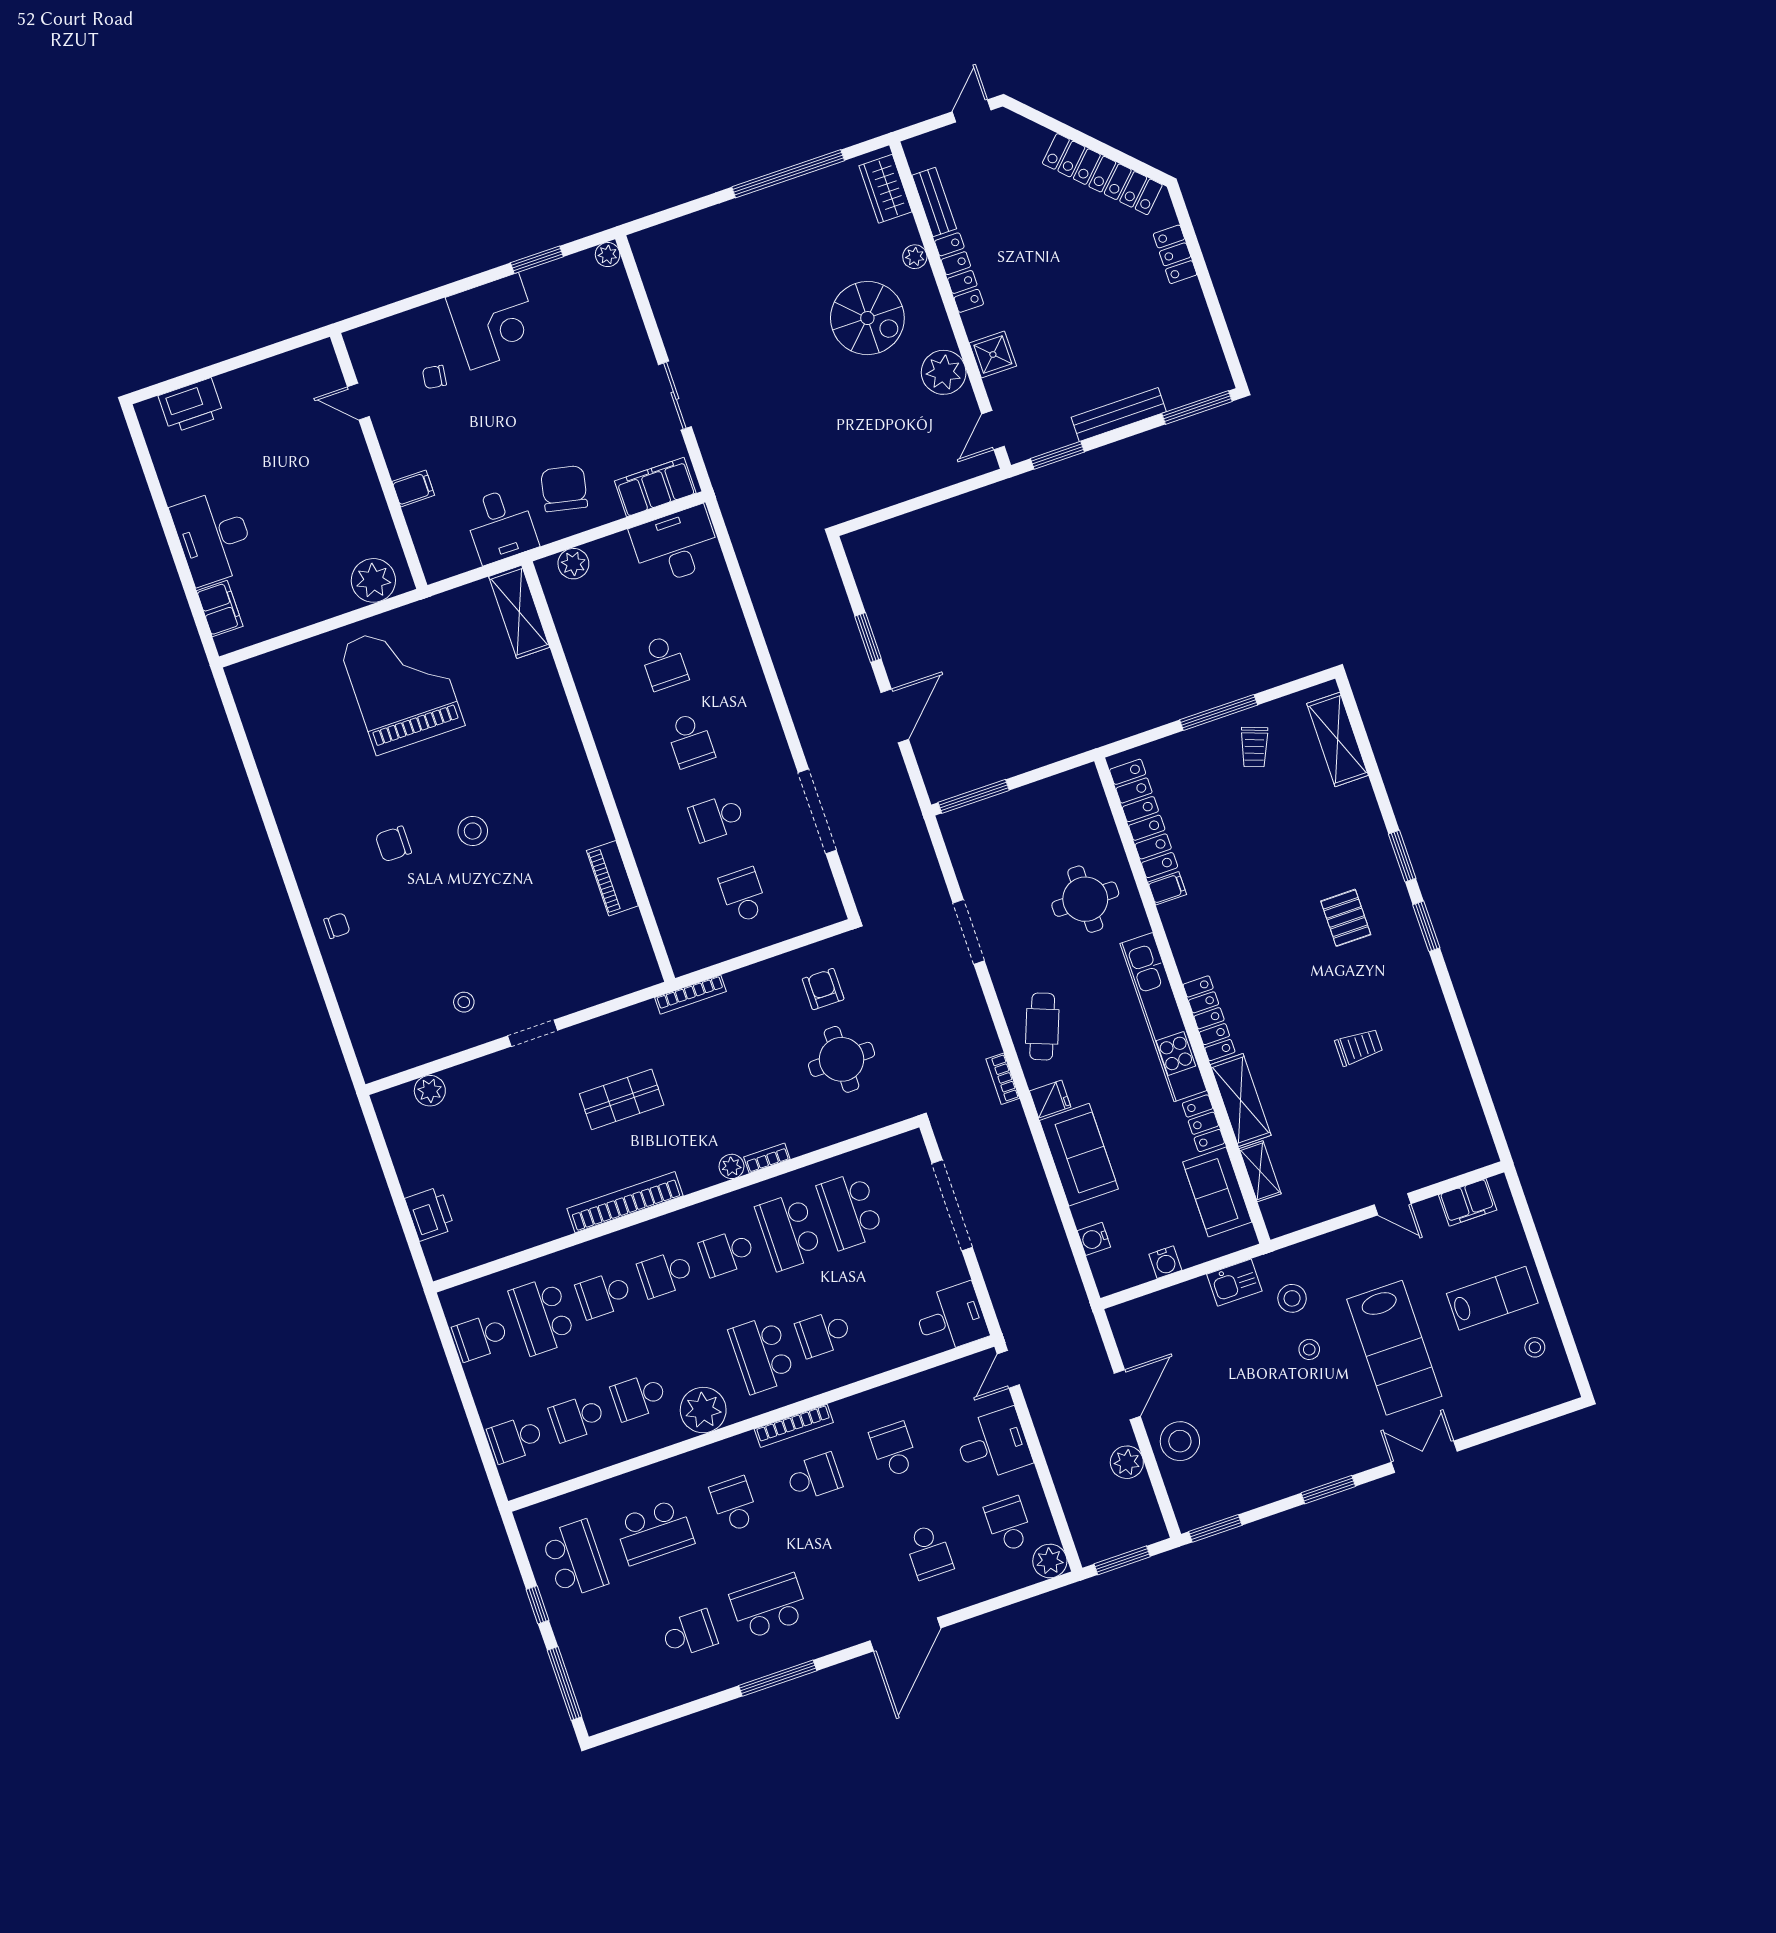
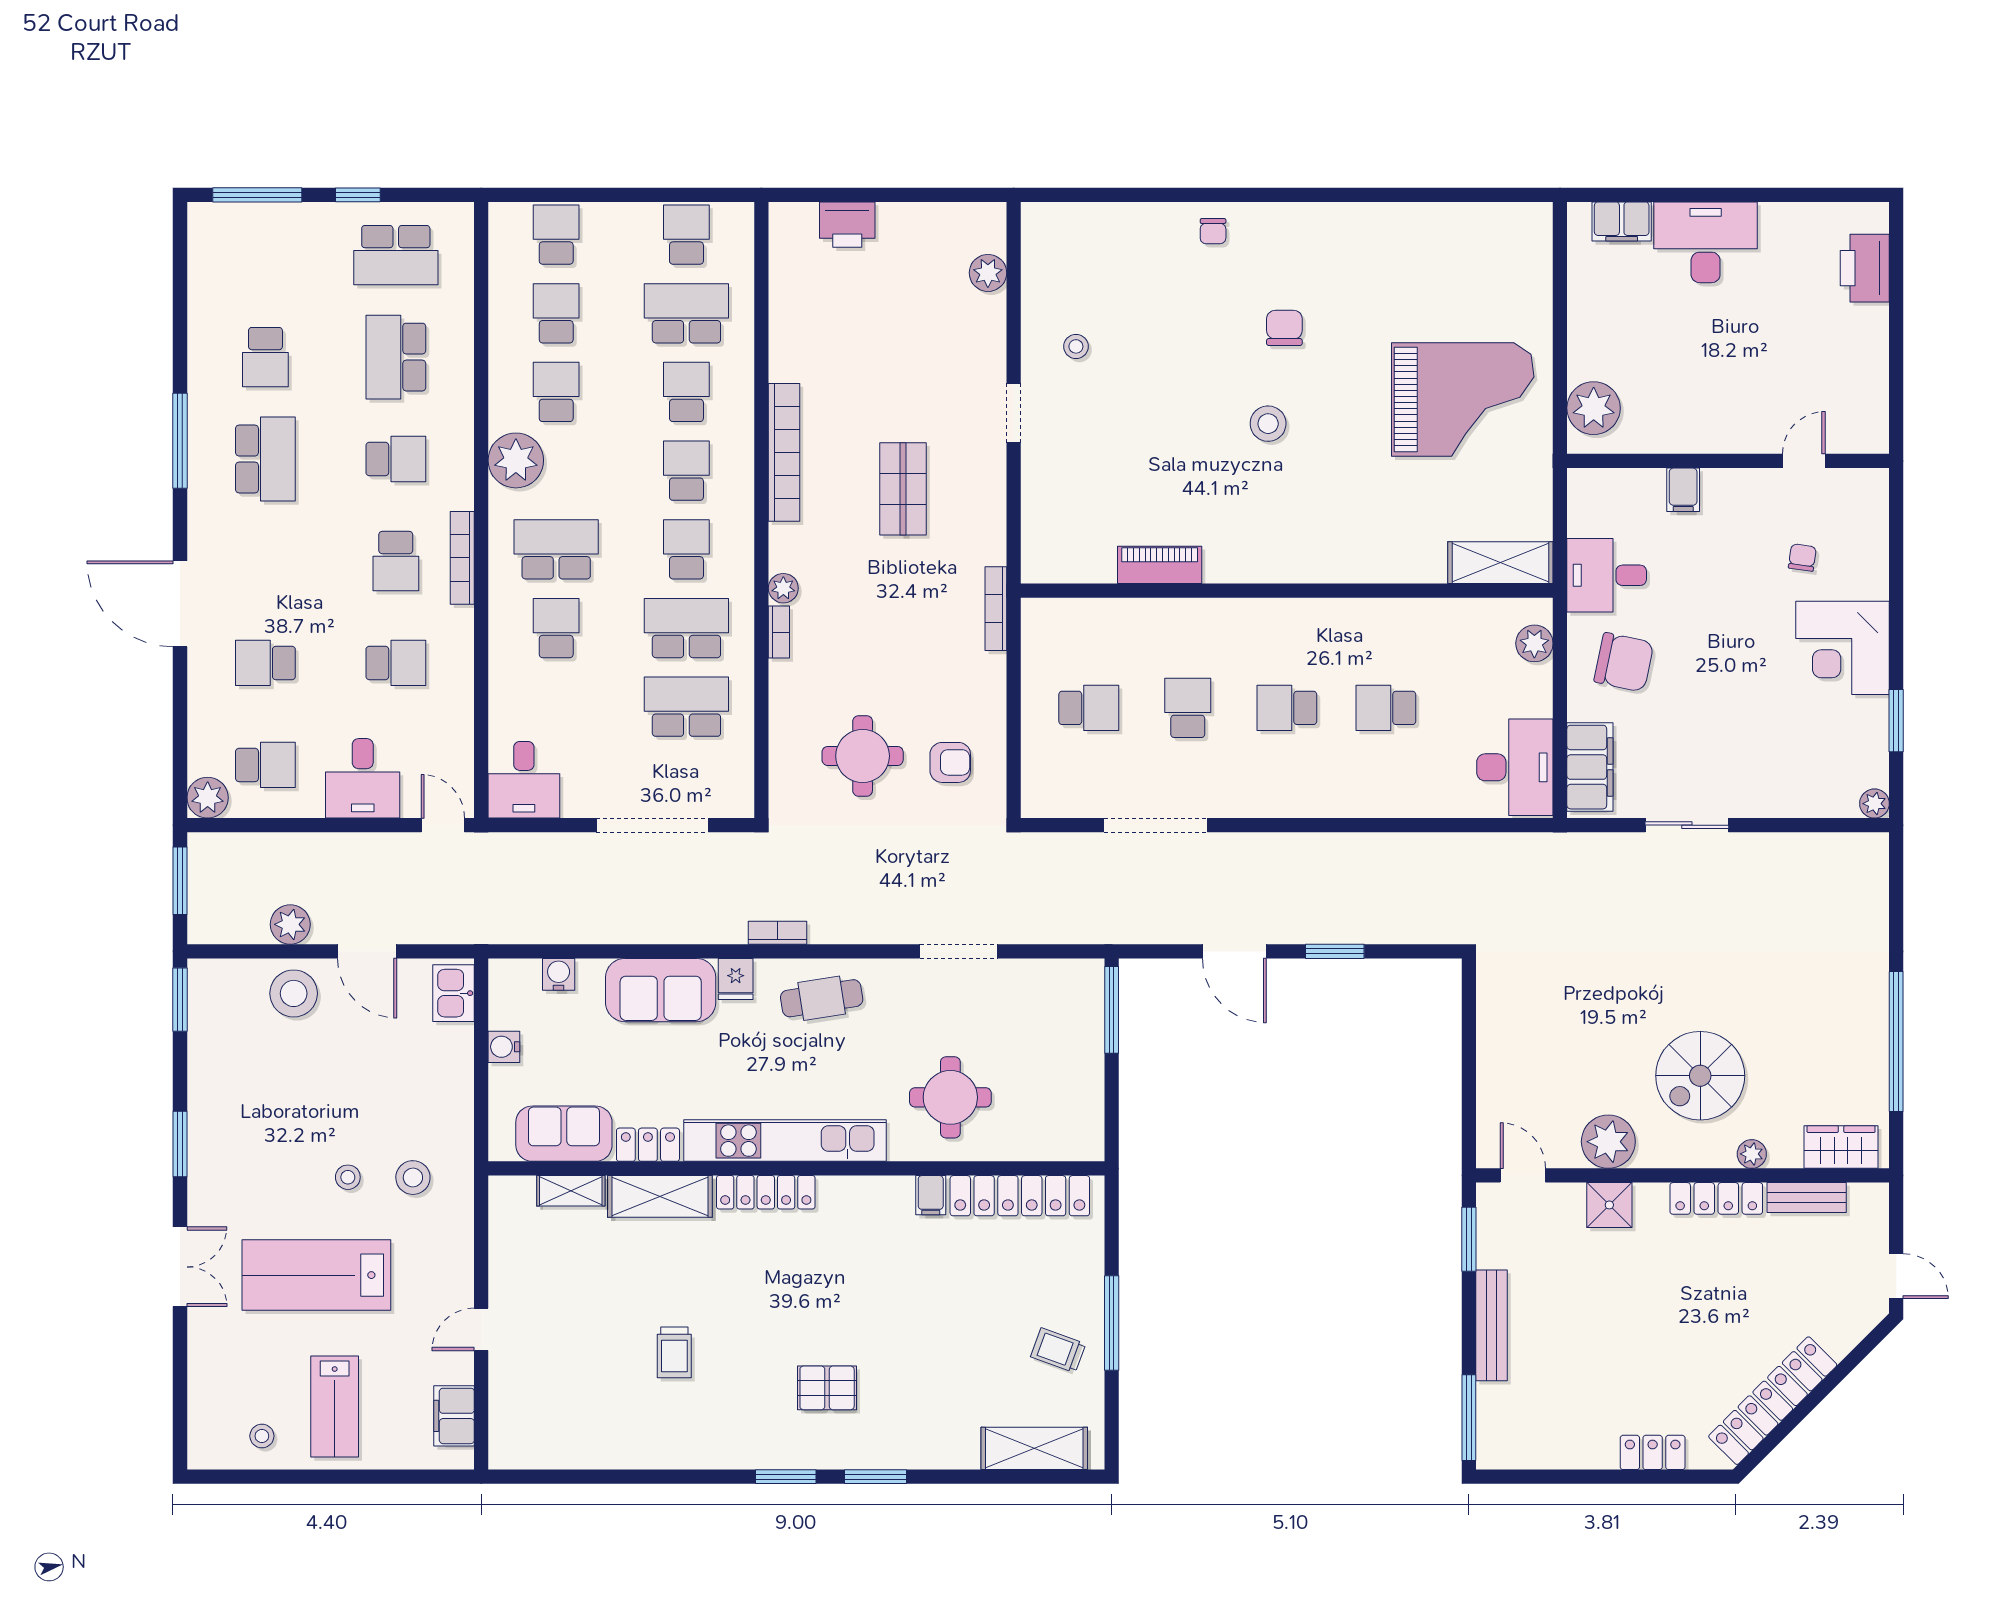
cafe table: (1042, 1026) -> (822, 998), turned -30
kitchen sink: (1234, 1283) -> (454, 993), moved

